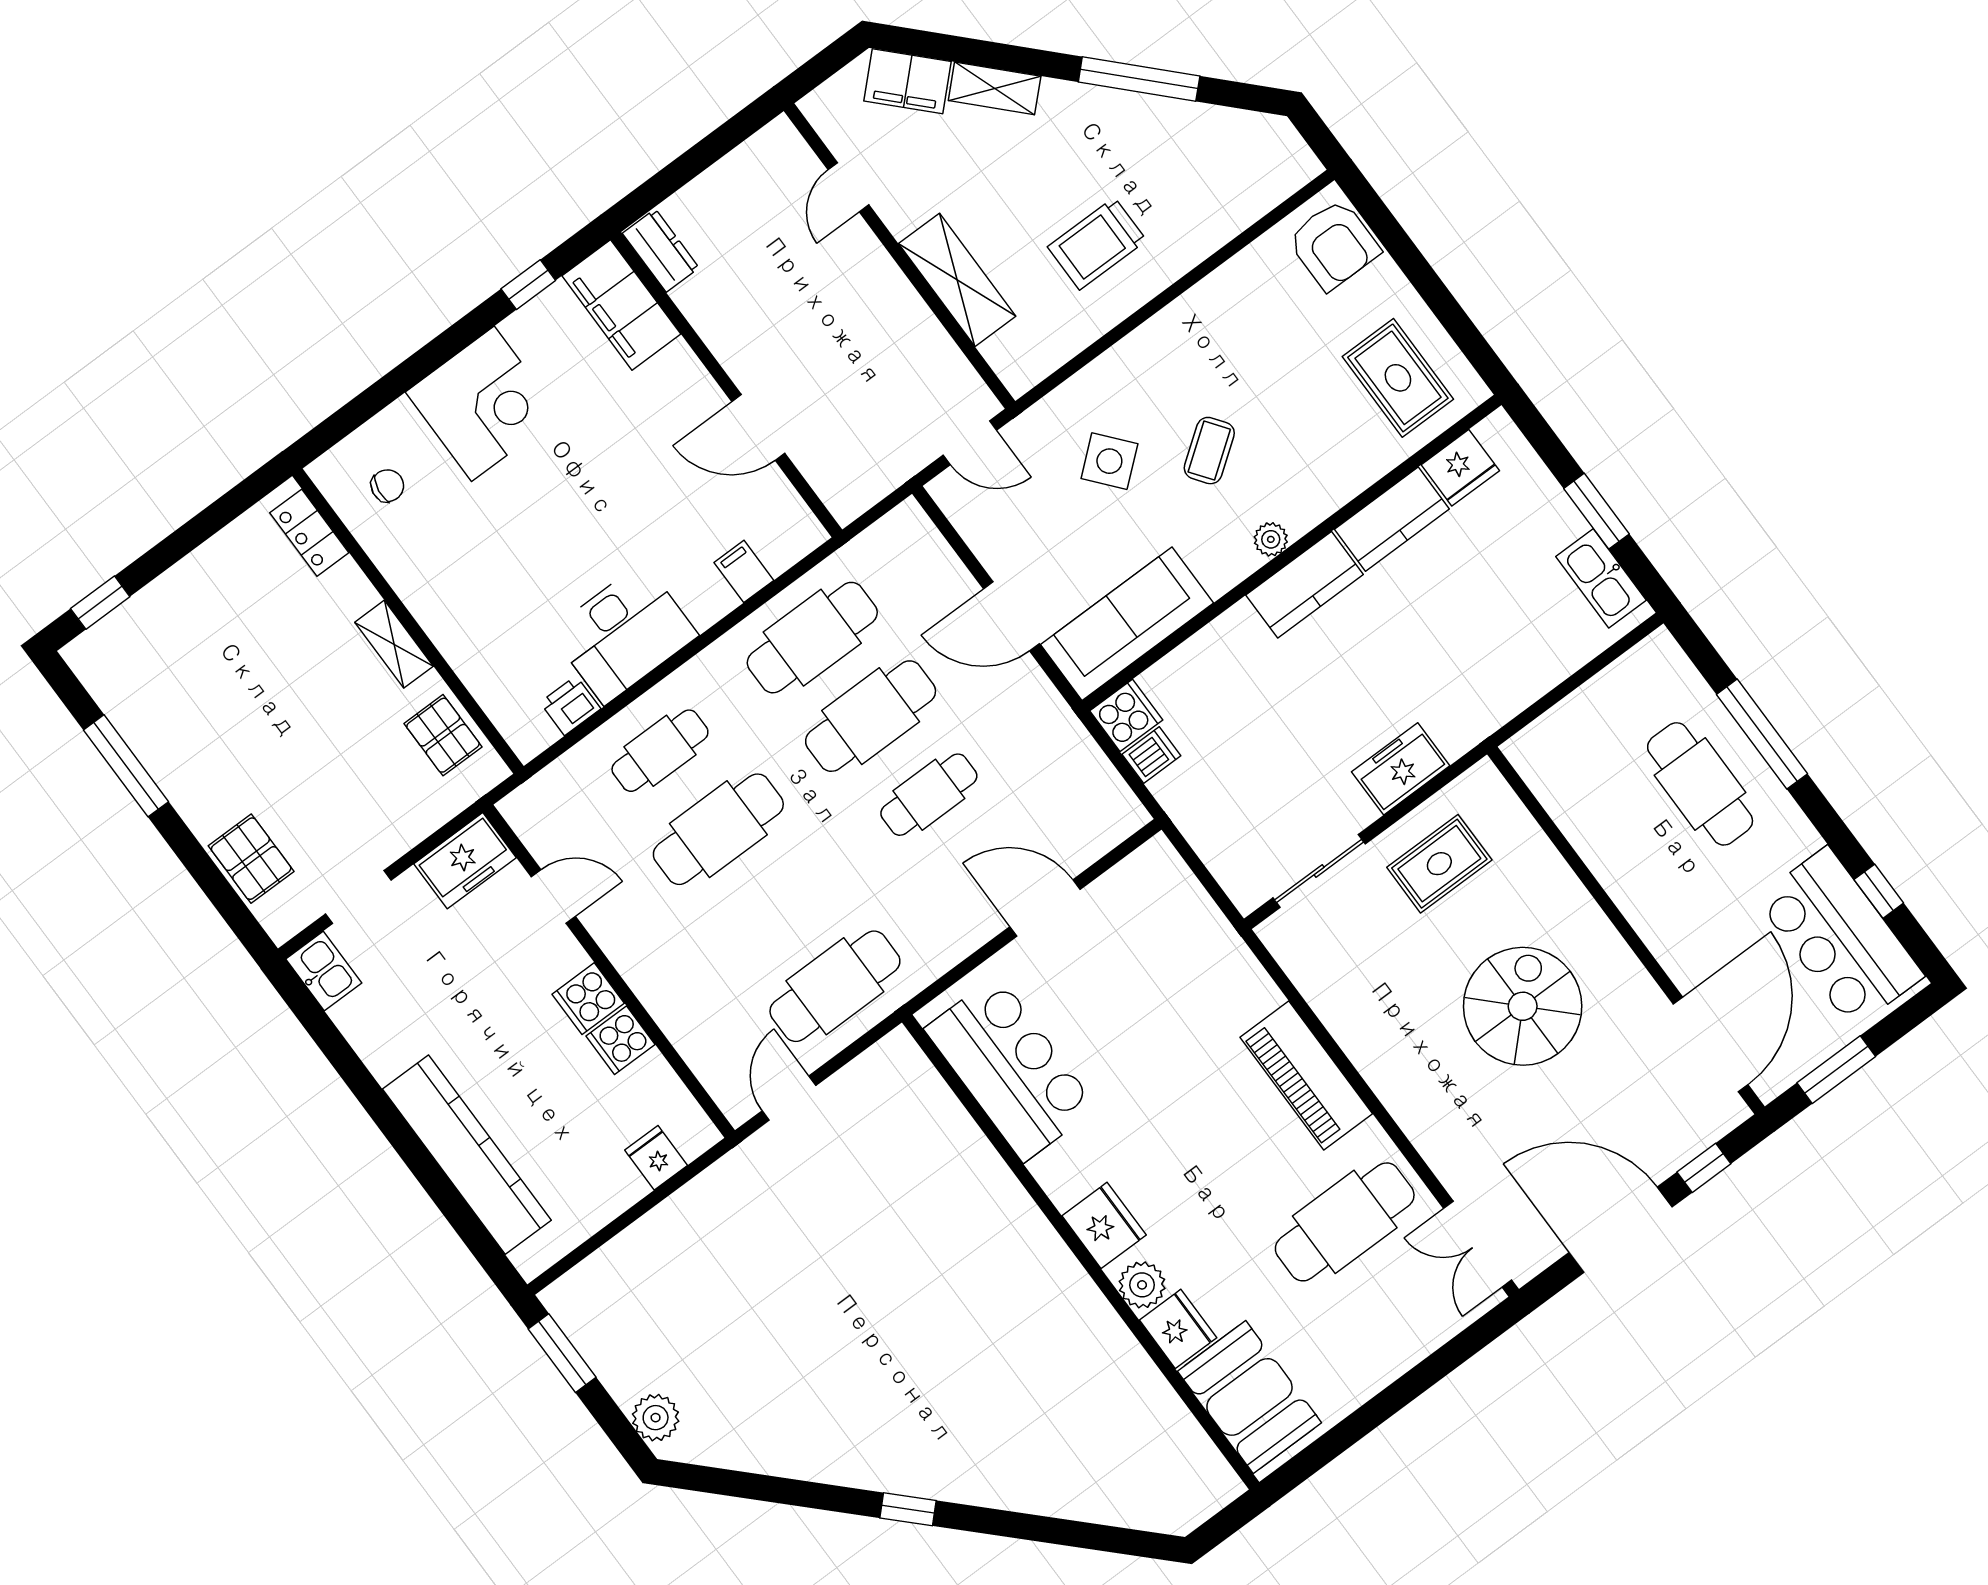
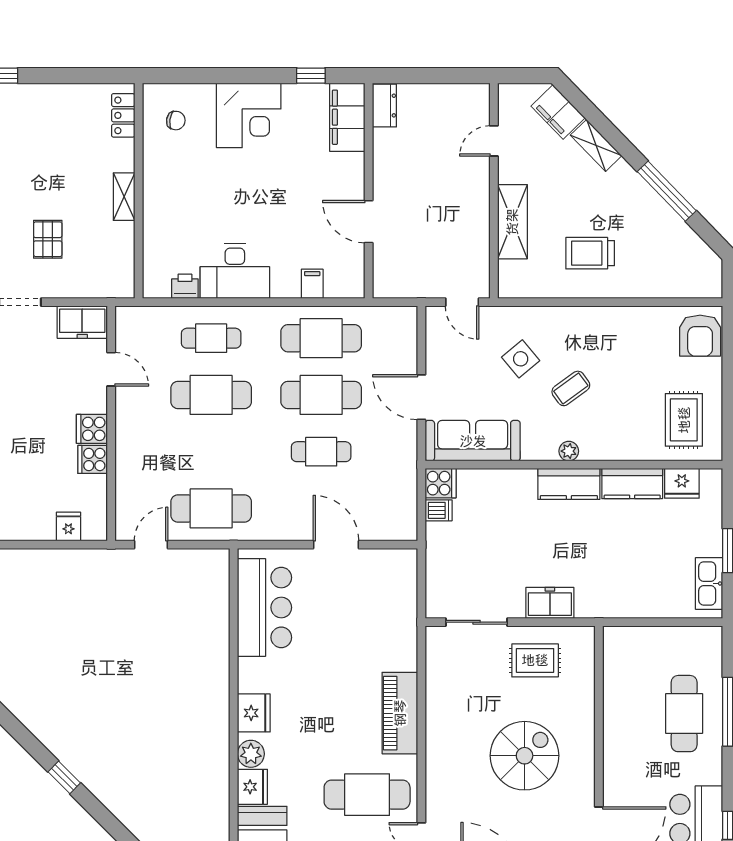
pallet: (443, 735) -> (48, 239), moved

